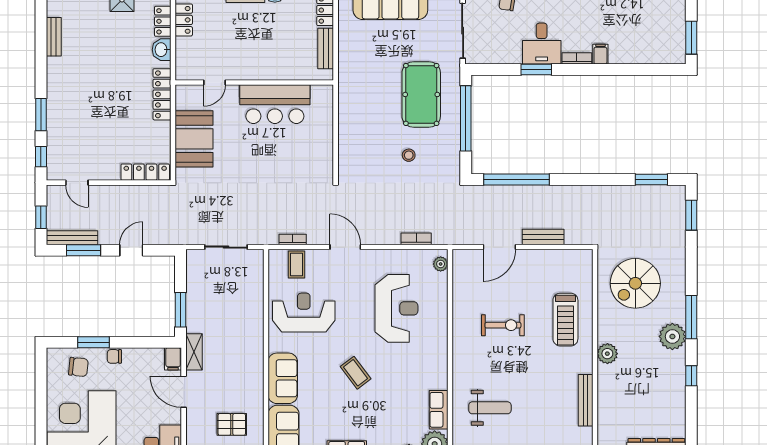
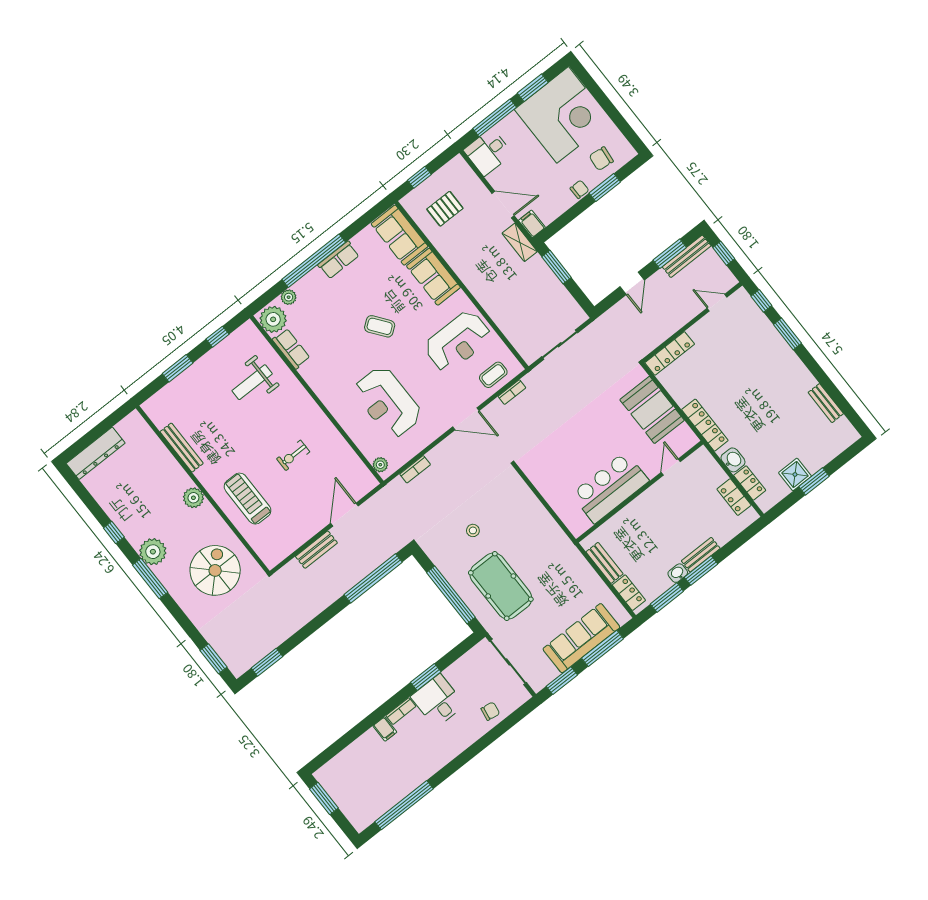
coffee table: (297, 264) -> (493, 375), turned 90
exercise bike: (503, 325) -> (293, 455), width x0.73, depth x0.72

